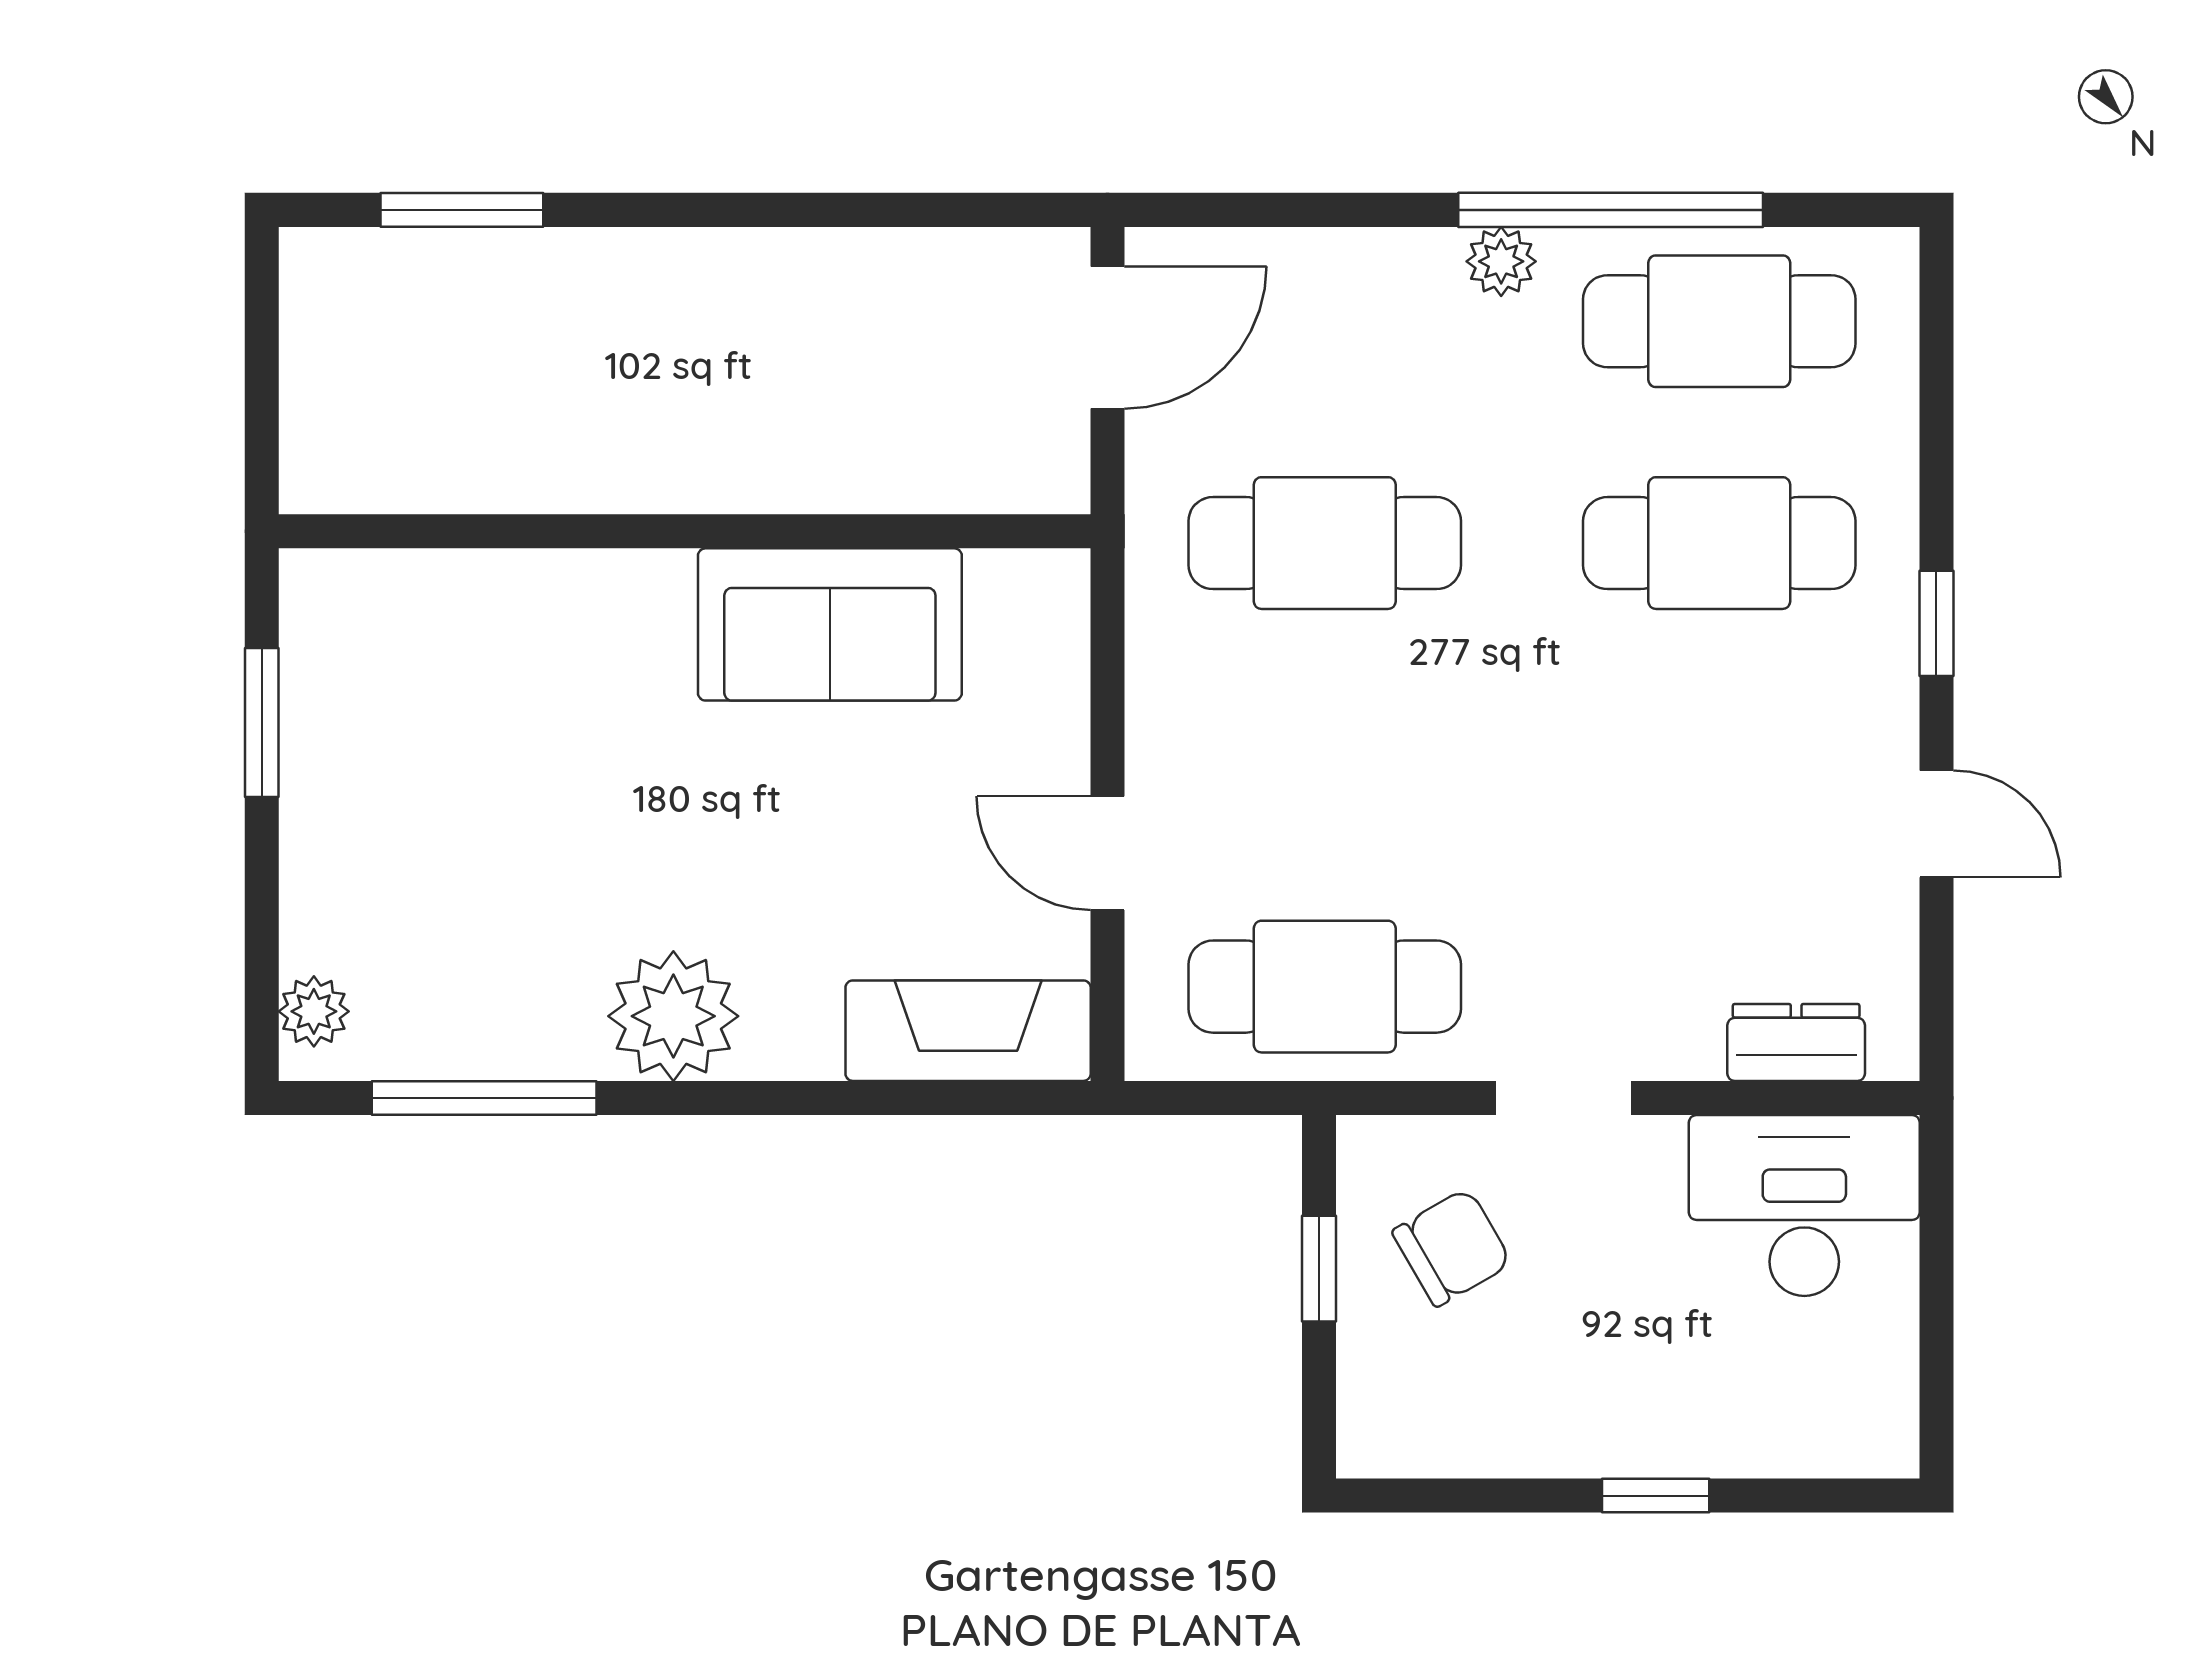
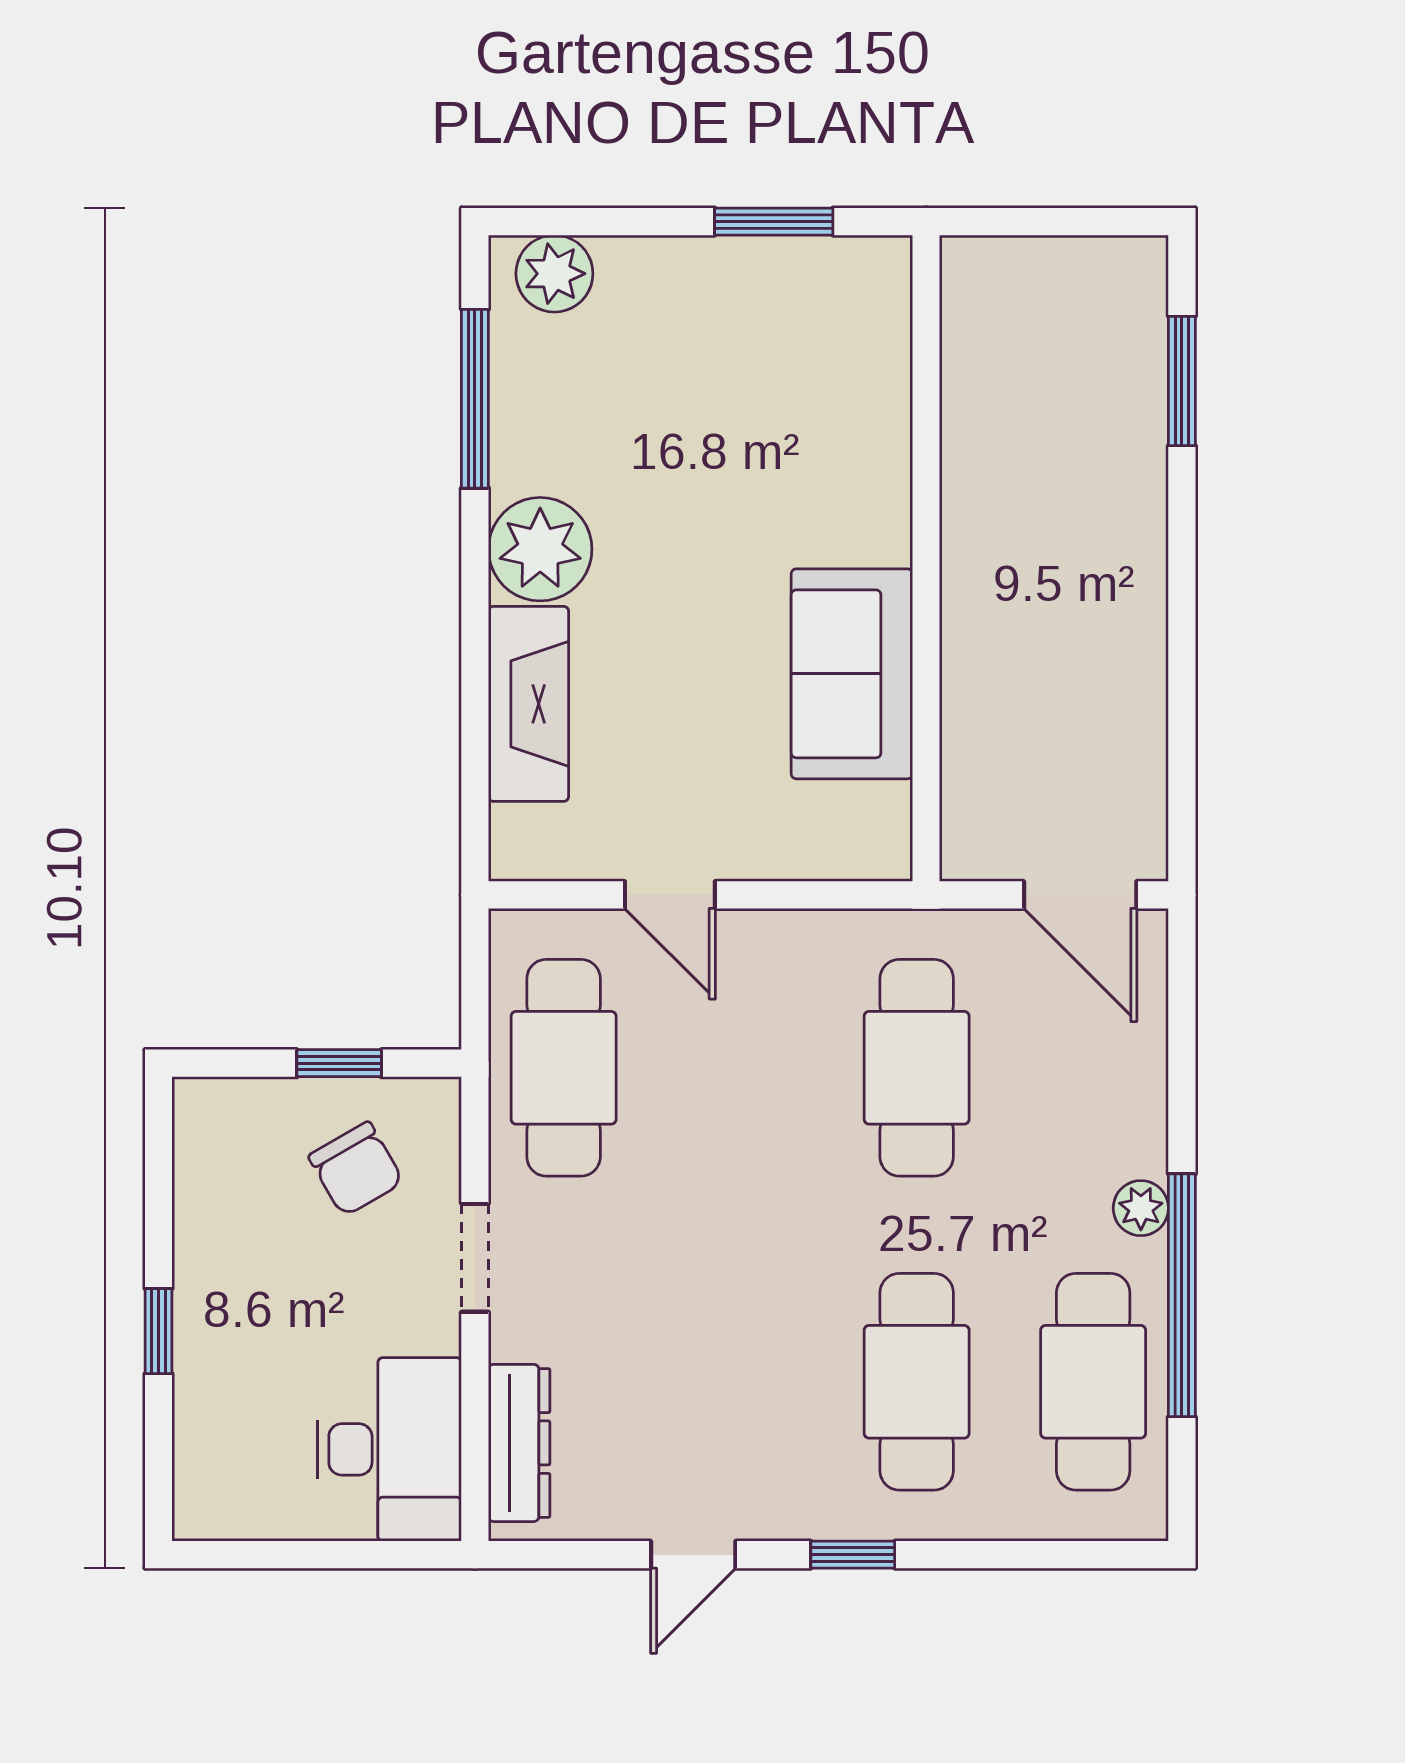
door: (1108, 853) -> (670, 895), swing flipped
plant: (314, 1011) -> (554, 274), width x1.38, depth x1.38
fireplace: (968, 1031) -> (529, 704), moved
dresser: (1796, 1042) -> (519, 1443), width x1.44

